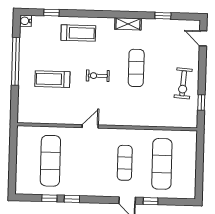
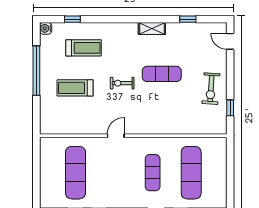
treadmill: (78, 33) -> (83, 48), moved
exercise mat: (136, 68) -> (162, 74), turned 90

